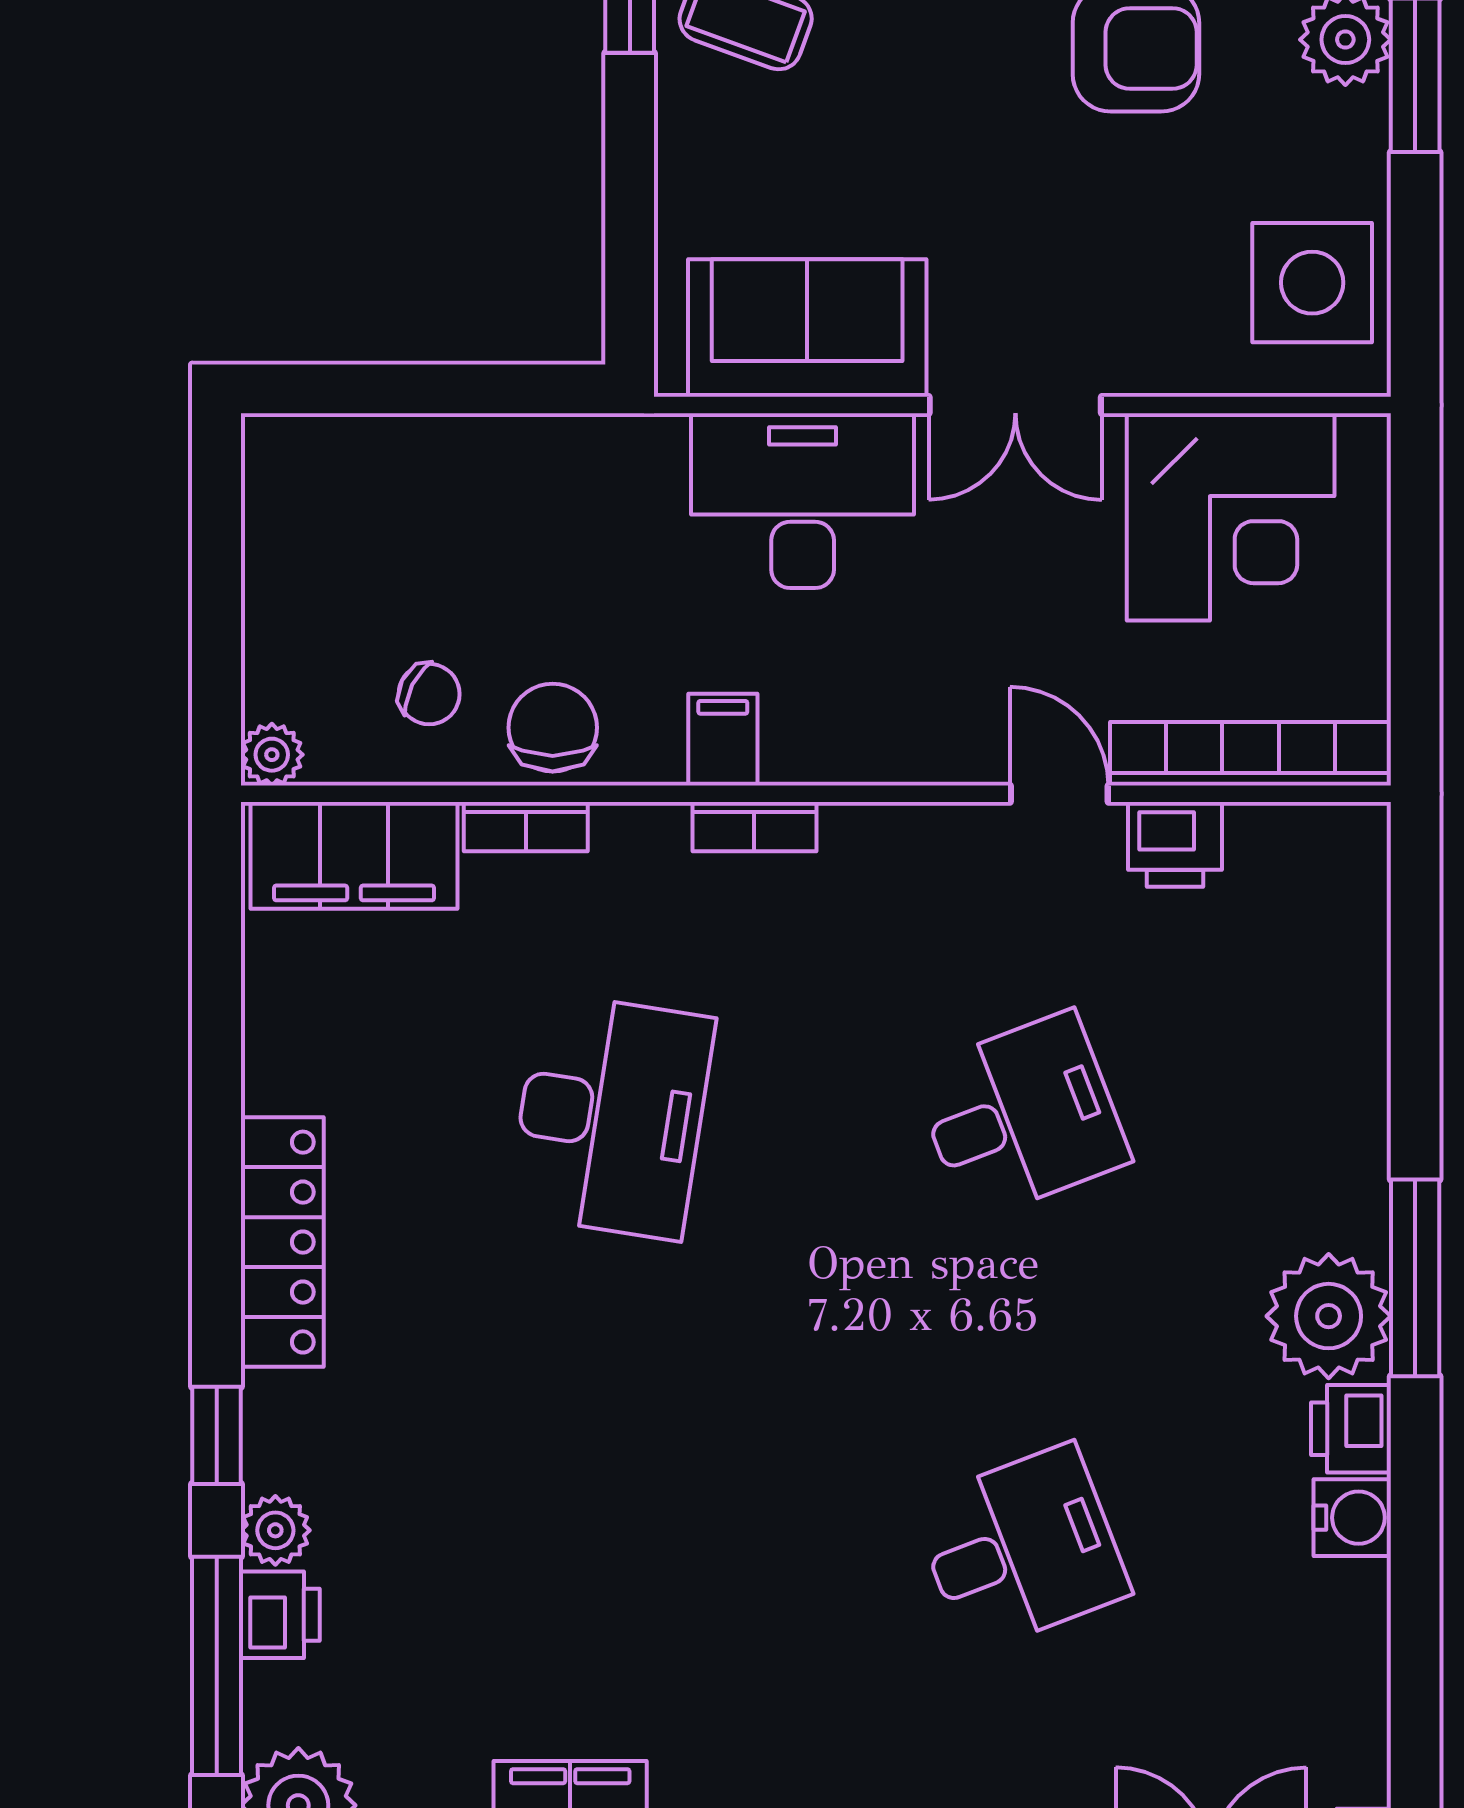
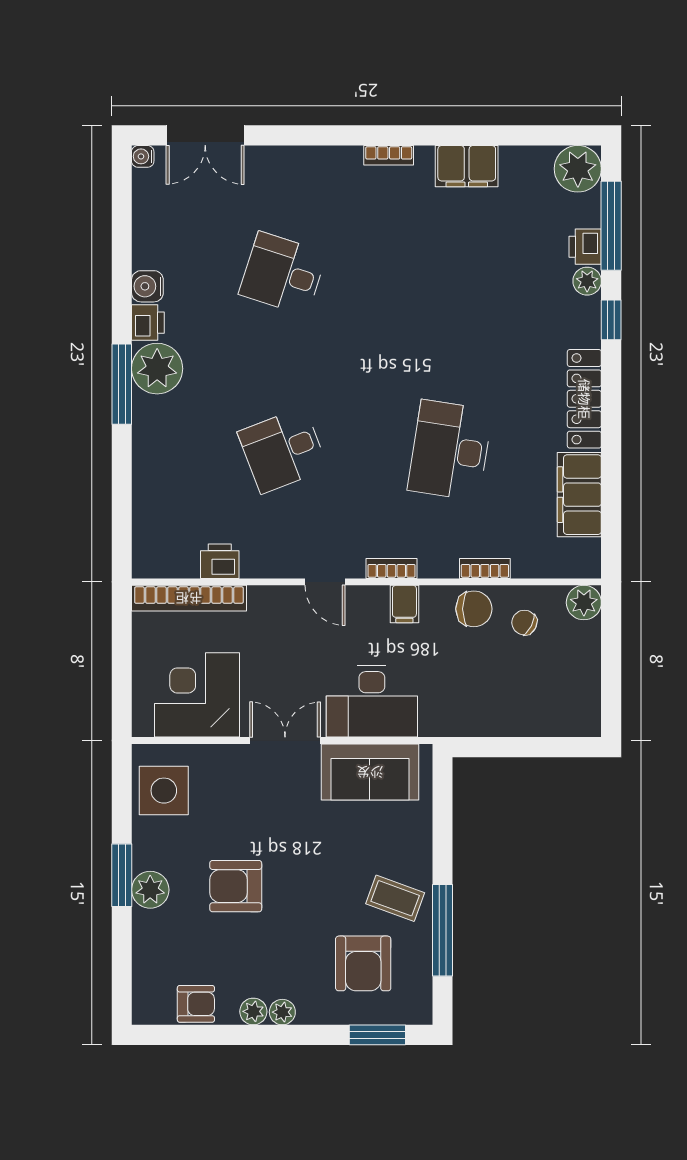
chair: (553, 728) -> (474, 609), turned -90
plant: (272, 755) -> (584, 603), width x1.38, depth x1.38
door: (1059, 794) -> (325, 582), moved
filing cabinet: (354, 855) -> (579, 495), moved, turned -90
desk: (1021, 1549) -> (283, 274), turned 39

